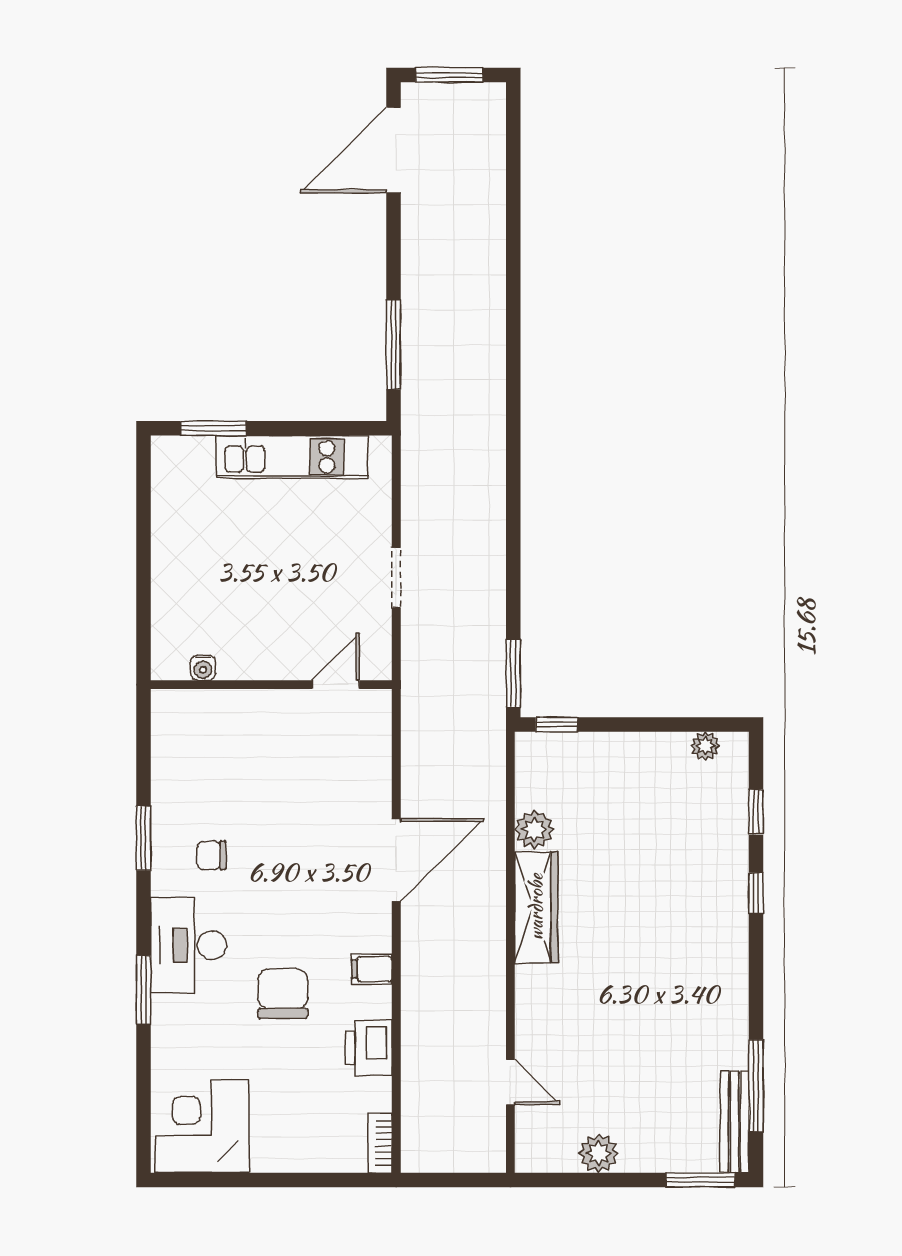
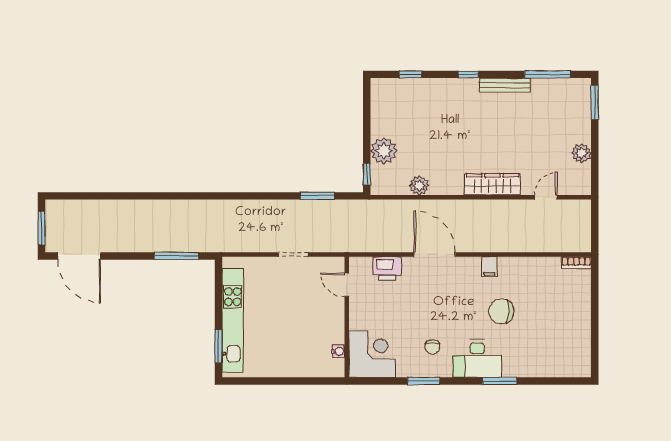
kitchen unit: (292, 457) -> (233, 321), width x1.36
window: (513, 673) -> (317, 196), moved
plant: (705, 746) -> (384, 151), moved, width x1.87, depth x1.87
window: (756, 893) -> (468, 74), moved
wardrobe: (536, 907) -> (493, 184), moved
printer: (369, 1048) -> (387, 268), moved
bench: (735, 1122) -> (505, 85), moved
corner desk: (202, 1126) -> (372, 354), moved, turned 180

